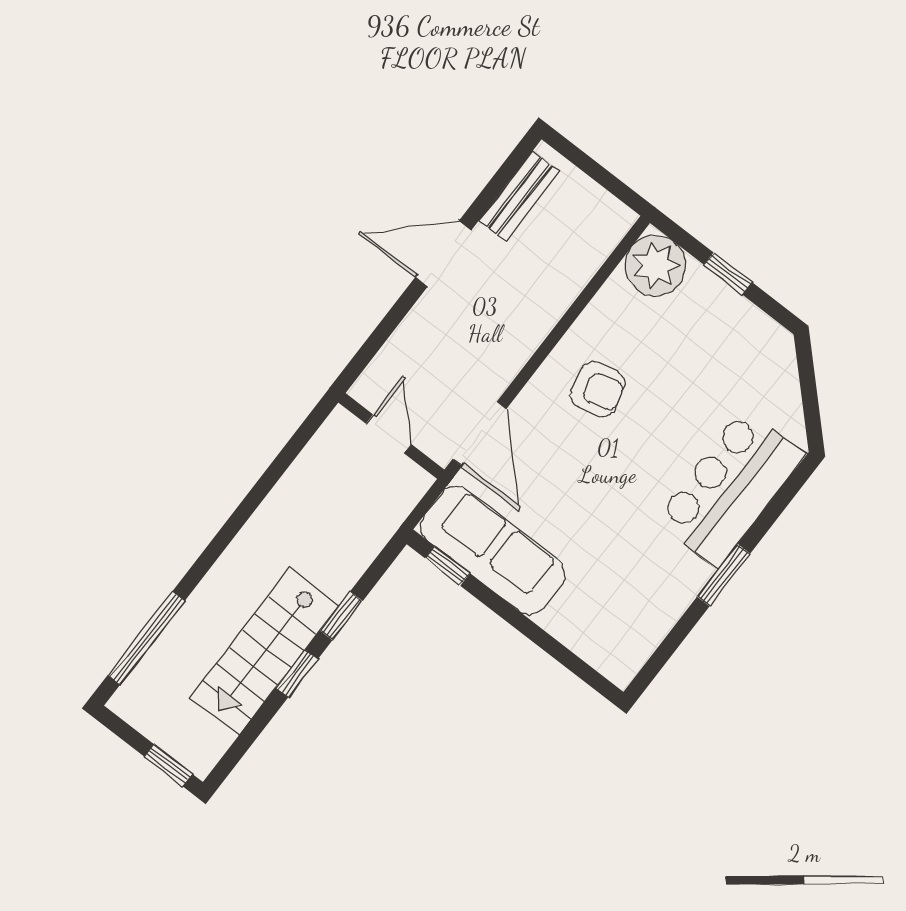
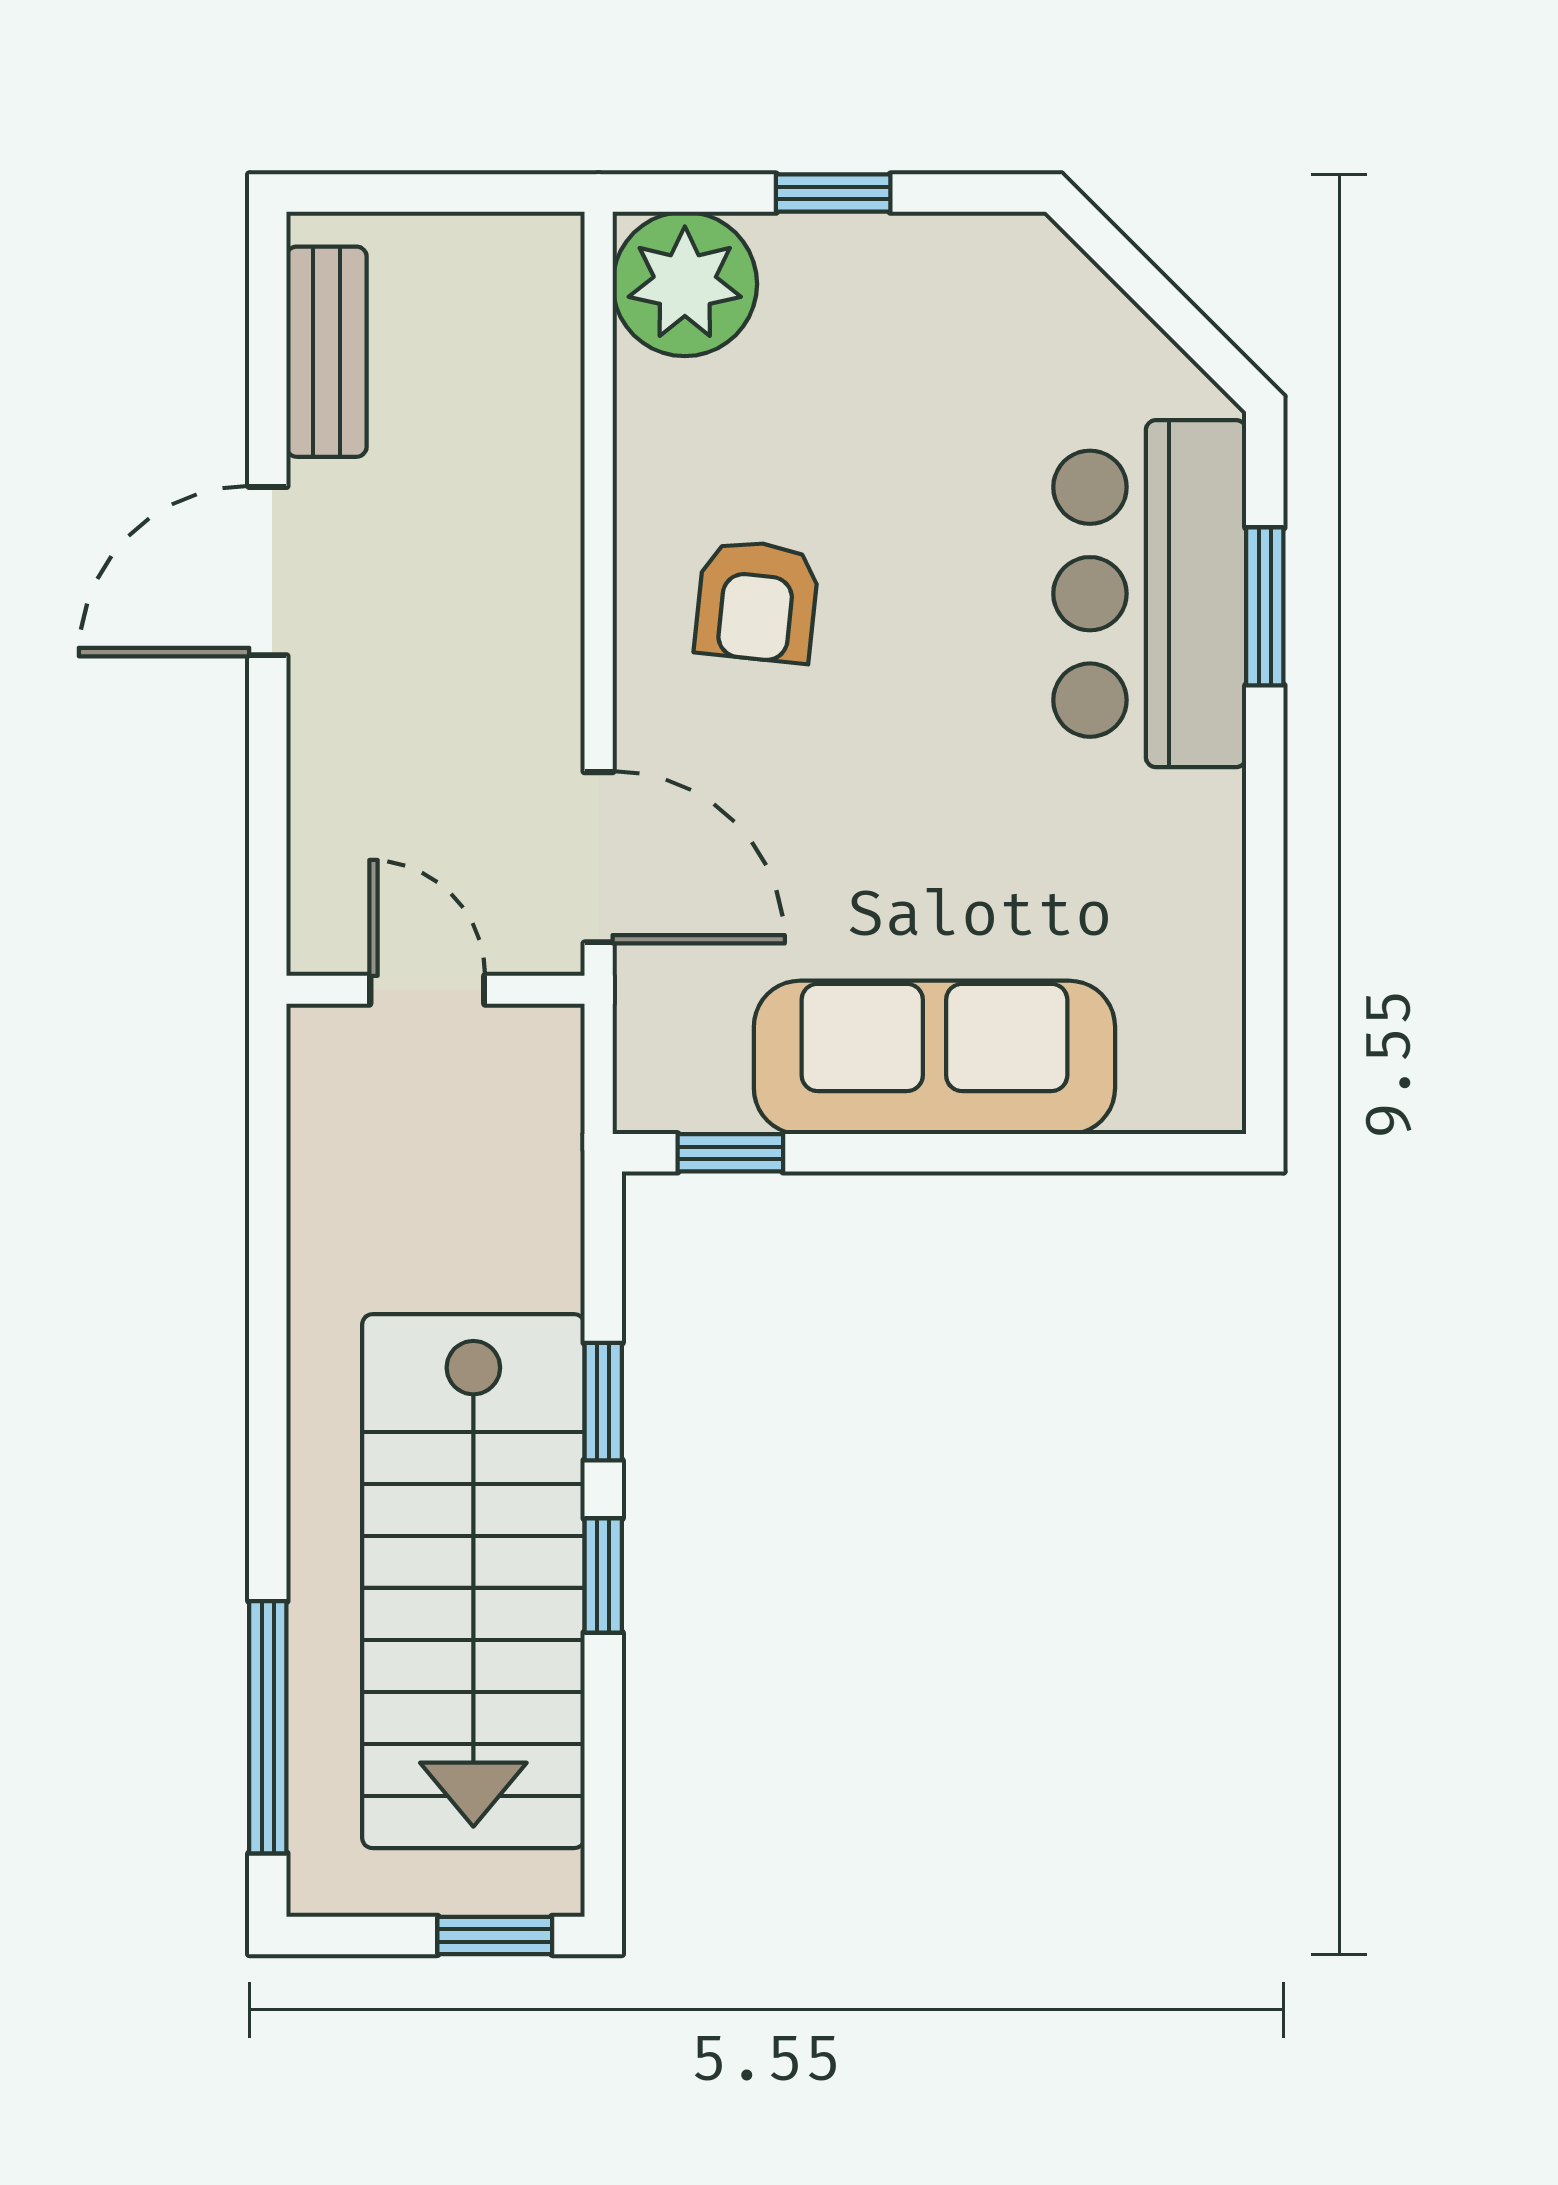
armchair: (598, 389) -> (757, 601), turned 110
sofa: (493, 550) -> (934, 1057), moved
window: (724, 575) -> (1265, 606), moved
stairs: (265, 652) -> (473, 1581), width x1.36, depth x1.51

